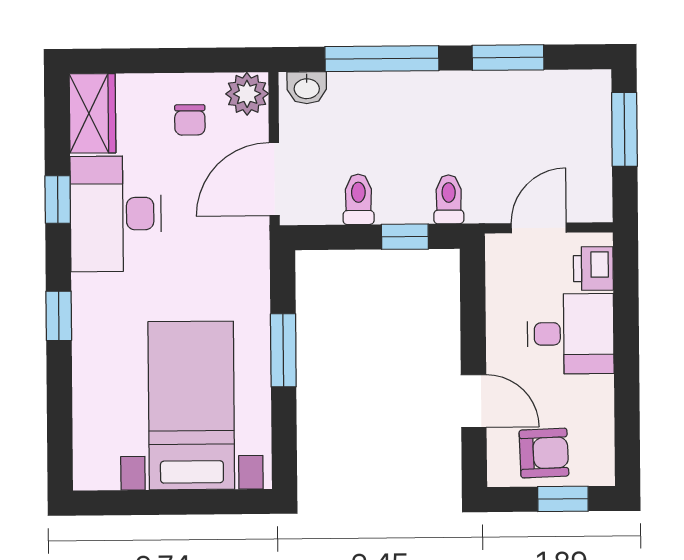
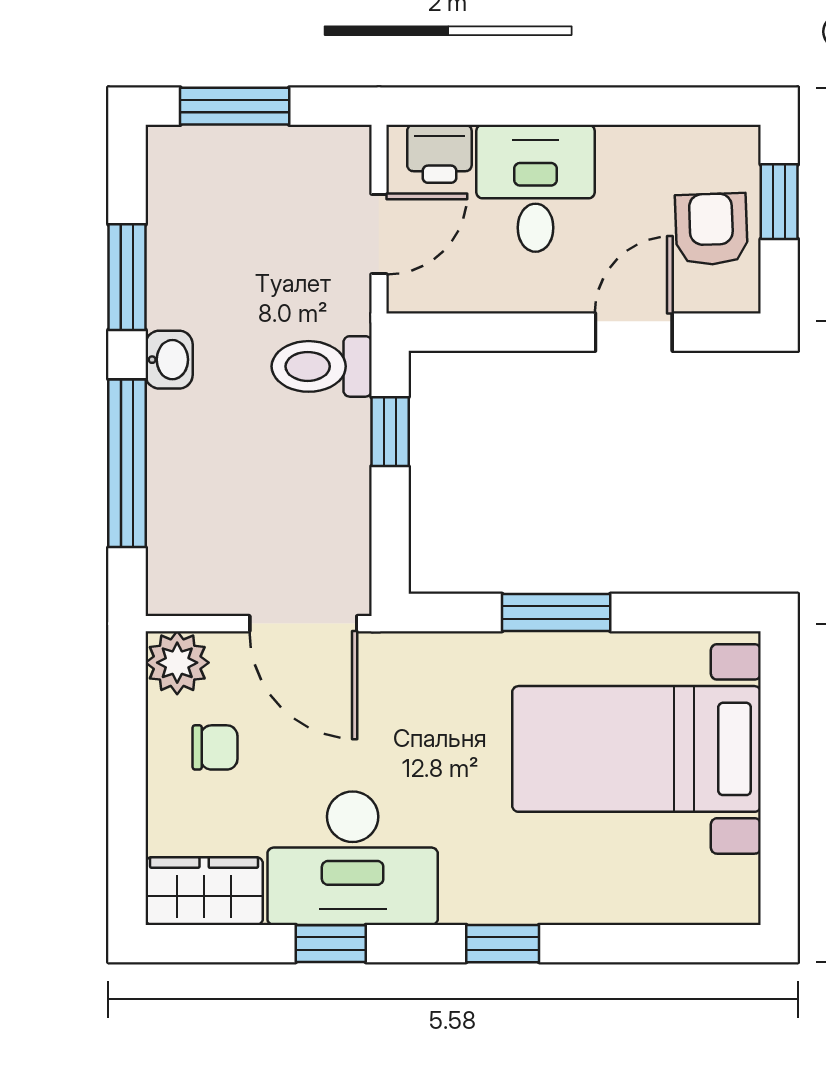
washbasin: (307, 88) -> (169, 360), moved
toilet: (358, 199) -> (334, 500), removed
toilet: (449, 199) -> (322, 366), width x1.37, depth x1.39
door: (539, 228) -> (379, 234), swing flipped

